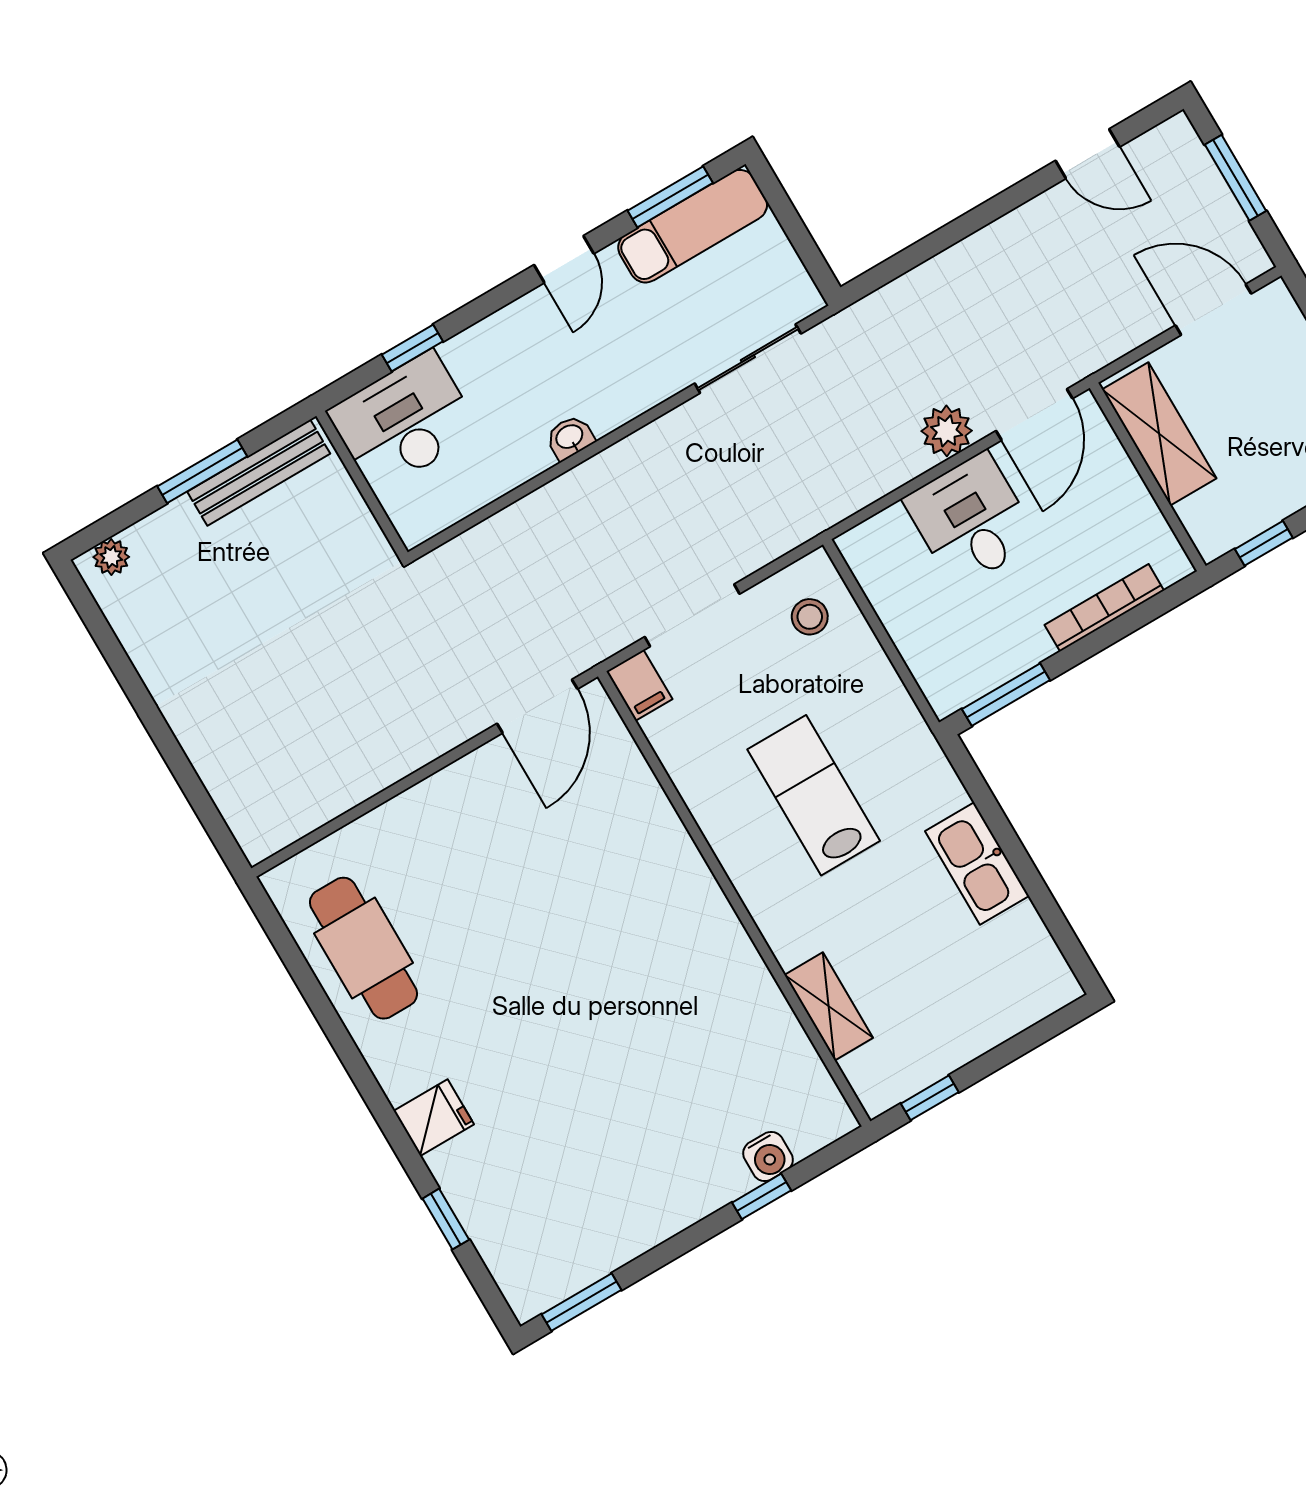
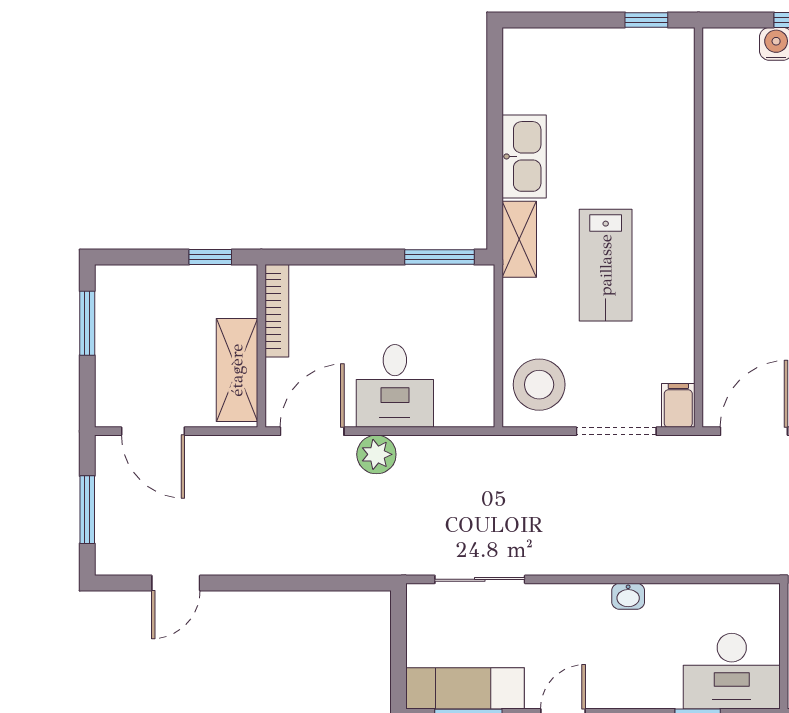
door: (1087, 154) -> (176, 583), swing flipped
bookcase: (1104, 608) -> (277, 311), moved, turned -90
stool: (810, 617) -> (539, 385), width x1.89, depth x1.89
shelving: (829, 1006) -> (519, 239), moved

